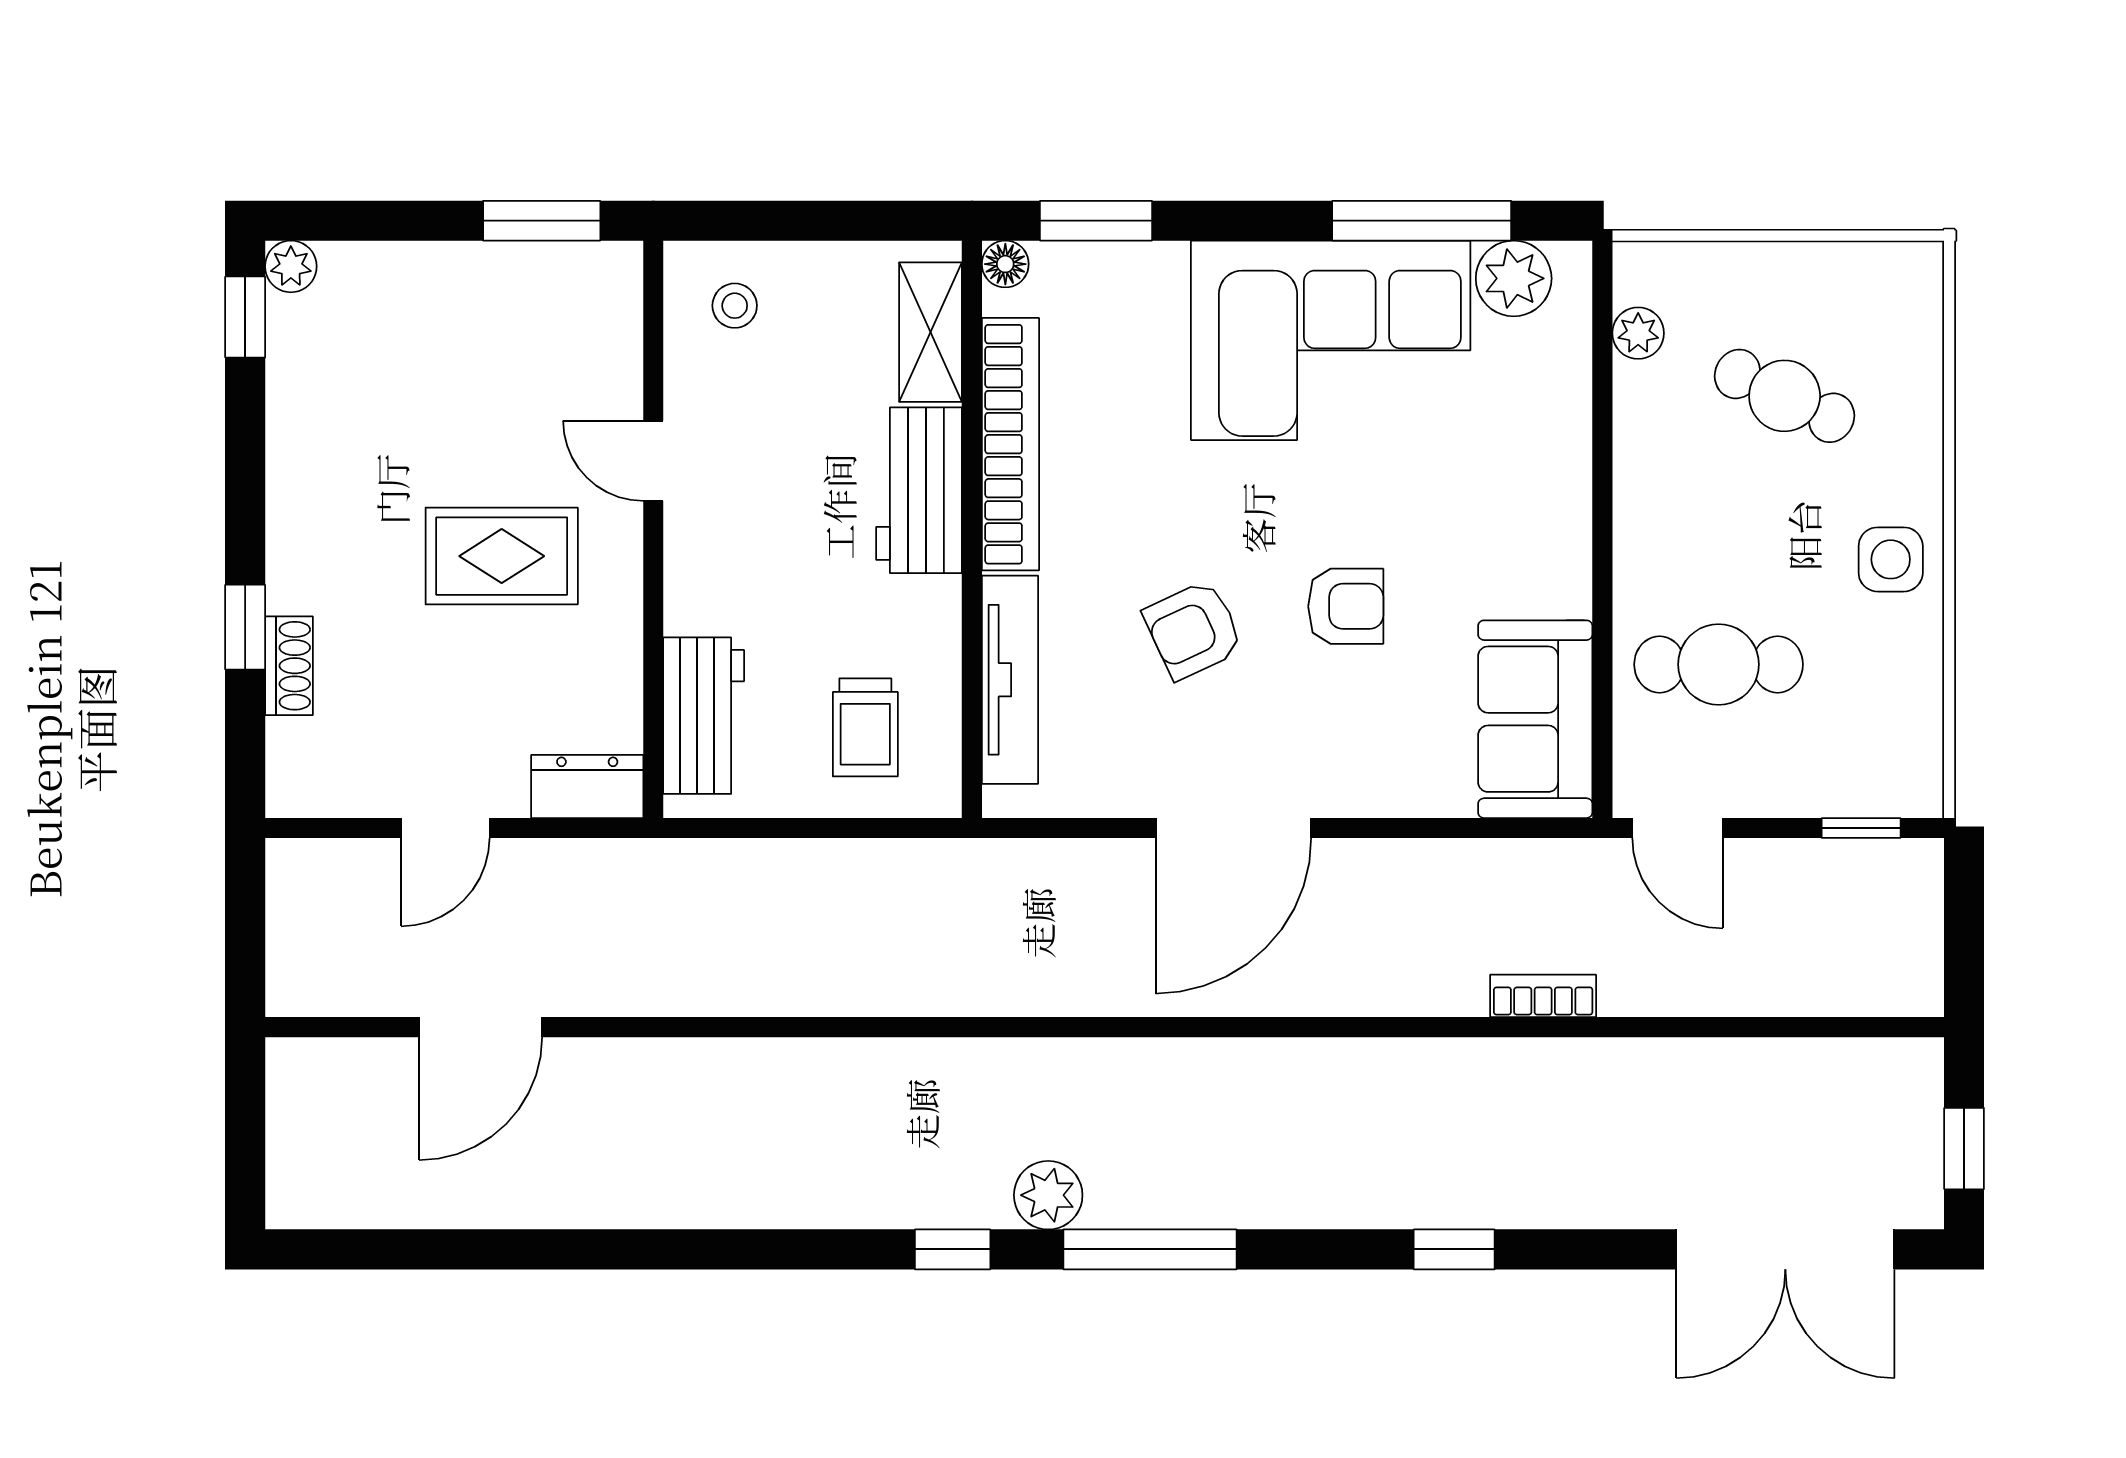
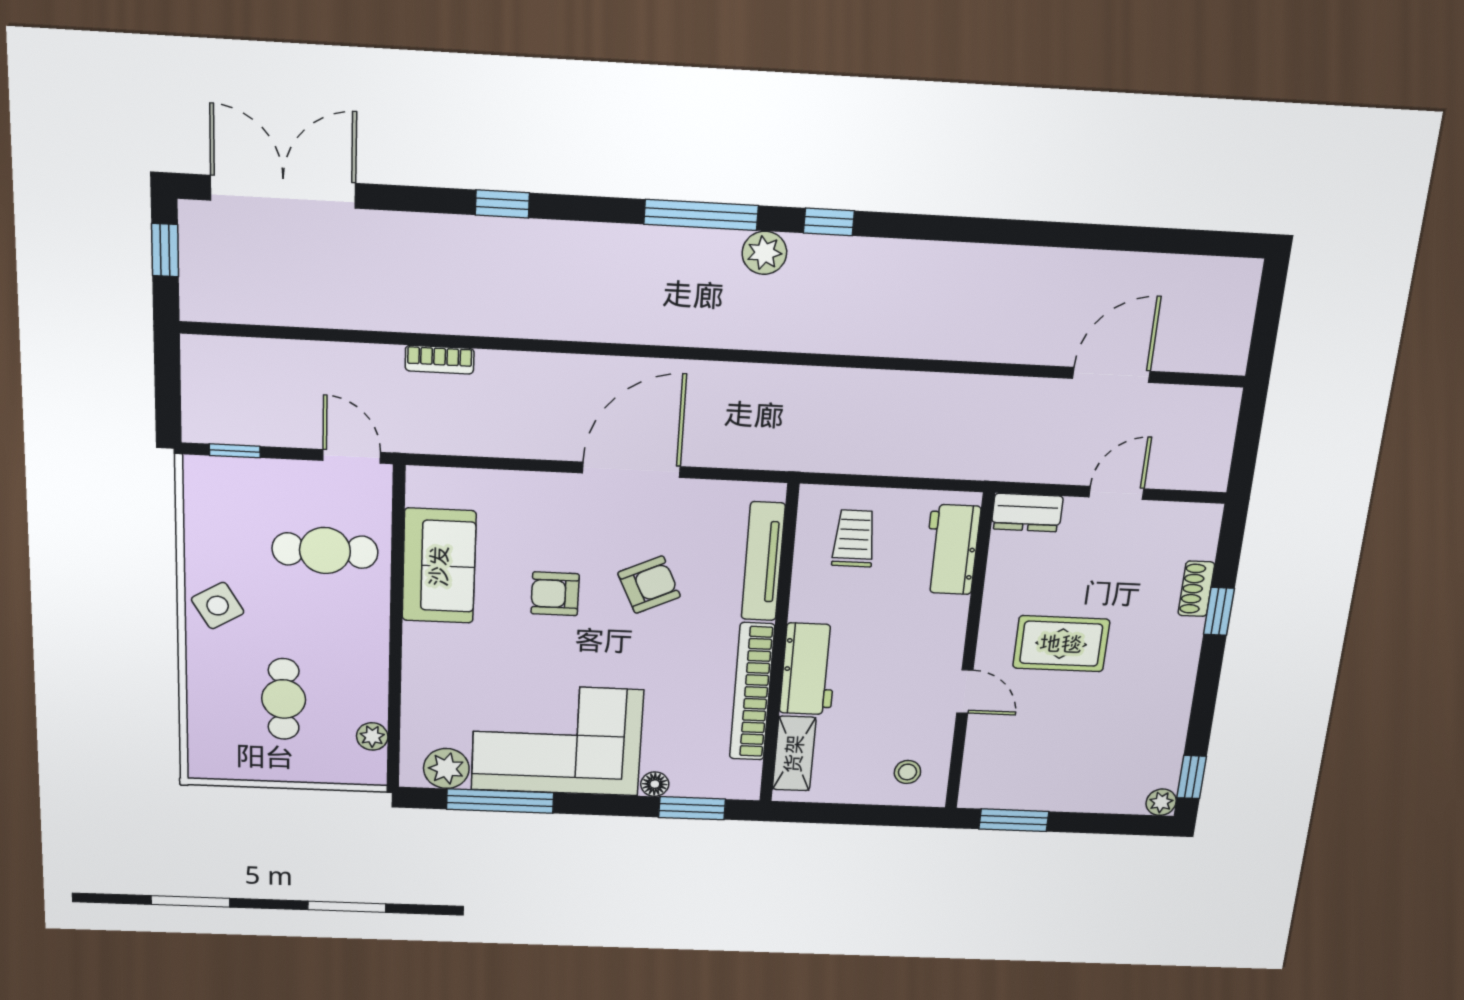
floor lamp: (1005, 264) -> (655, 784), moved
cafe table: (1785, 396) -> (284, 699), turned 65
side table: (1891, 559) -> (218, 606), turned -31
sofa: (1535, 719) -> (439, 566), moved

